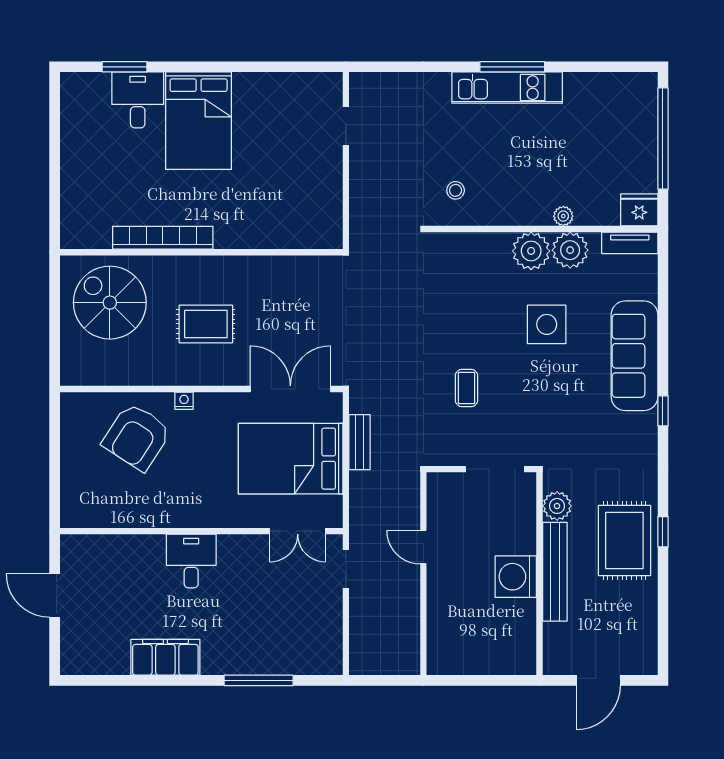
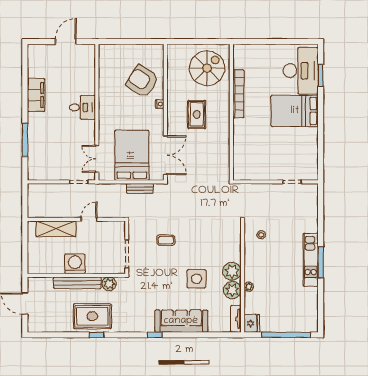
desk: (138, 100) -> (301, 71), width x1.87, depth x1.30
shelving: (443, 616) -> (56, 229), added

